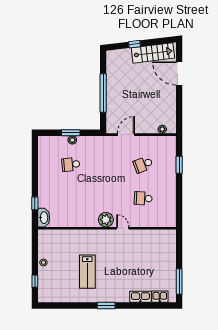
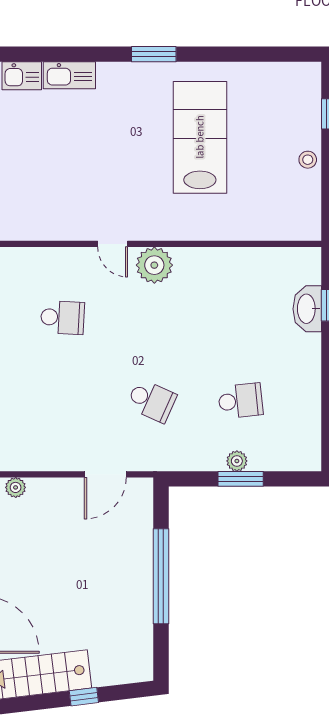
school desk: (143, 164) -> (151, 401), moved, turned 45
washbasin: (44, 218) -> (307, 309), moved
lab bench: (87, 272) -> (200, 137), width x1.36, depth x1.39

